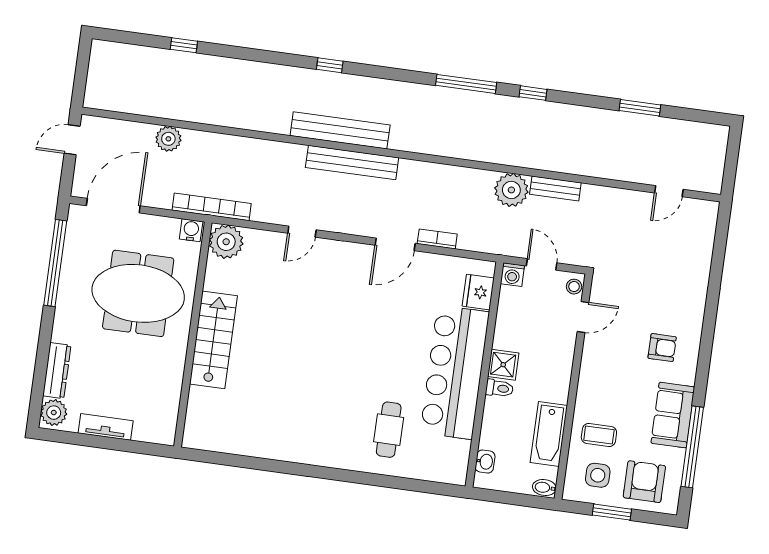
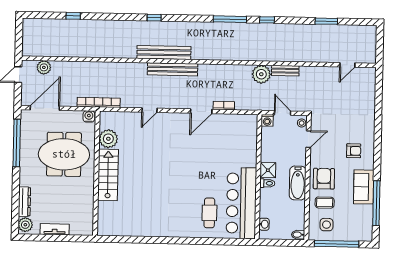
plant: (168, 139) -> (44, 67), moved
plant: (226, 242) -> (108, 139), moved
fridge: (478, 292) -> (250, 132), removed
bar counter: (455, 372) -> (241, 203), moved
bathtub: (549, 434) -> (298, 183), moved
armchair: (644, 482) -> (324, 179), moved
window: (612, 512) -> (337, 244), width x2.11

